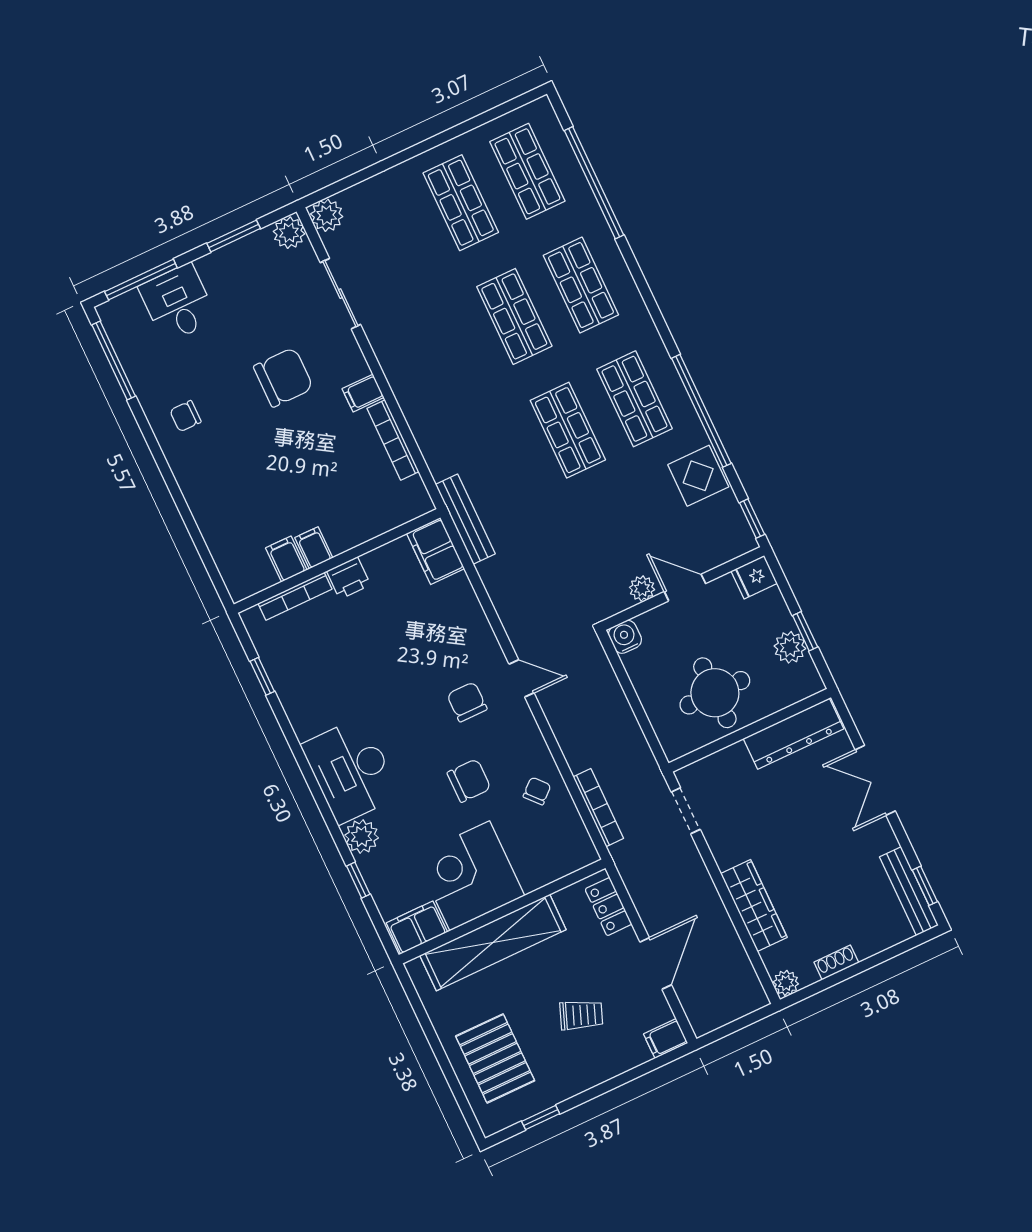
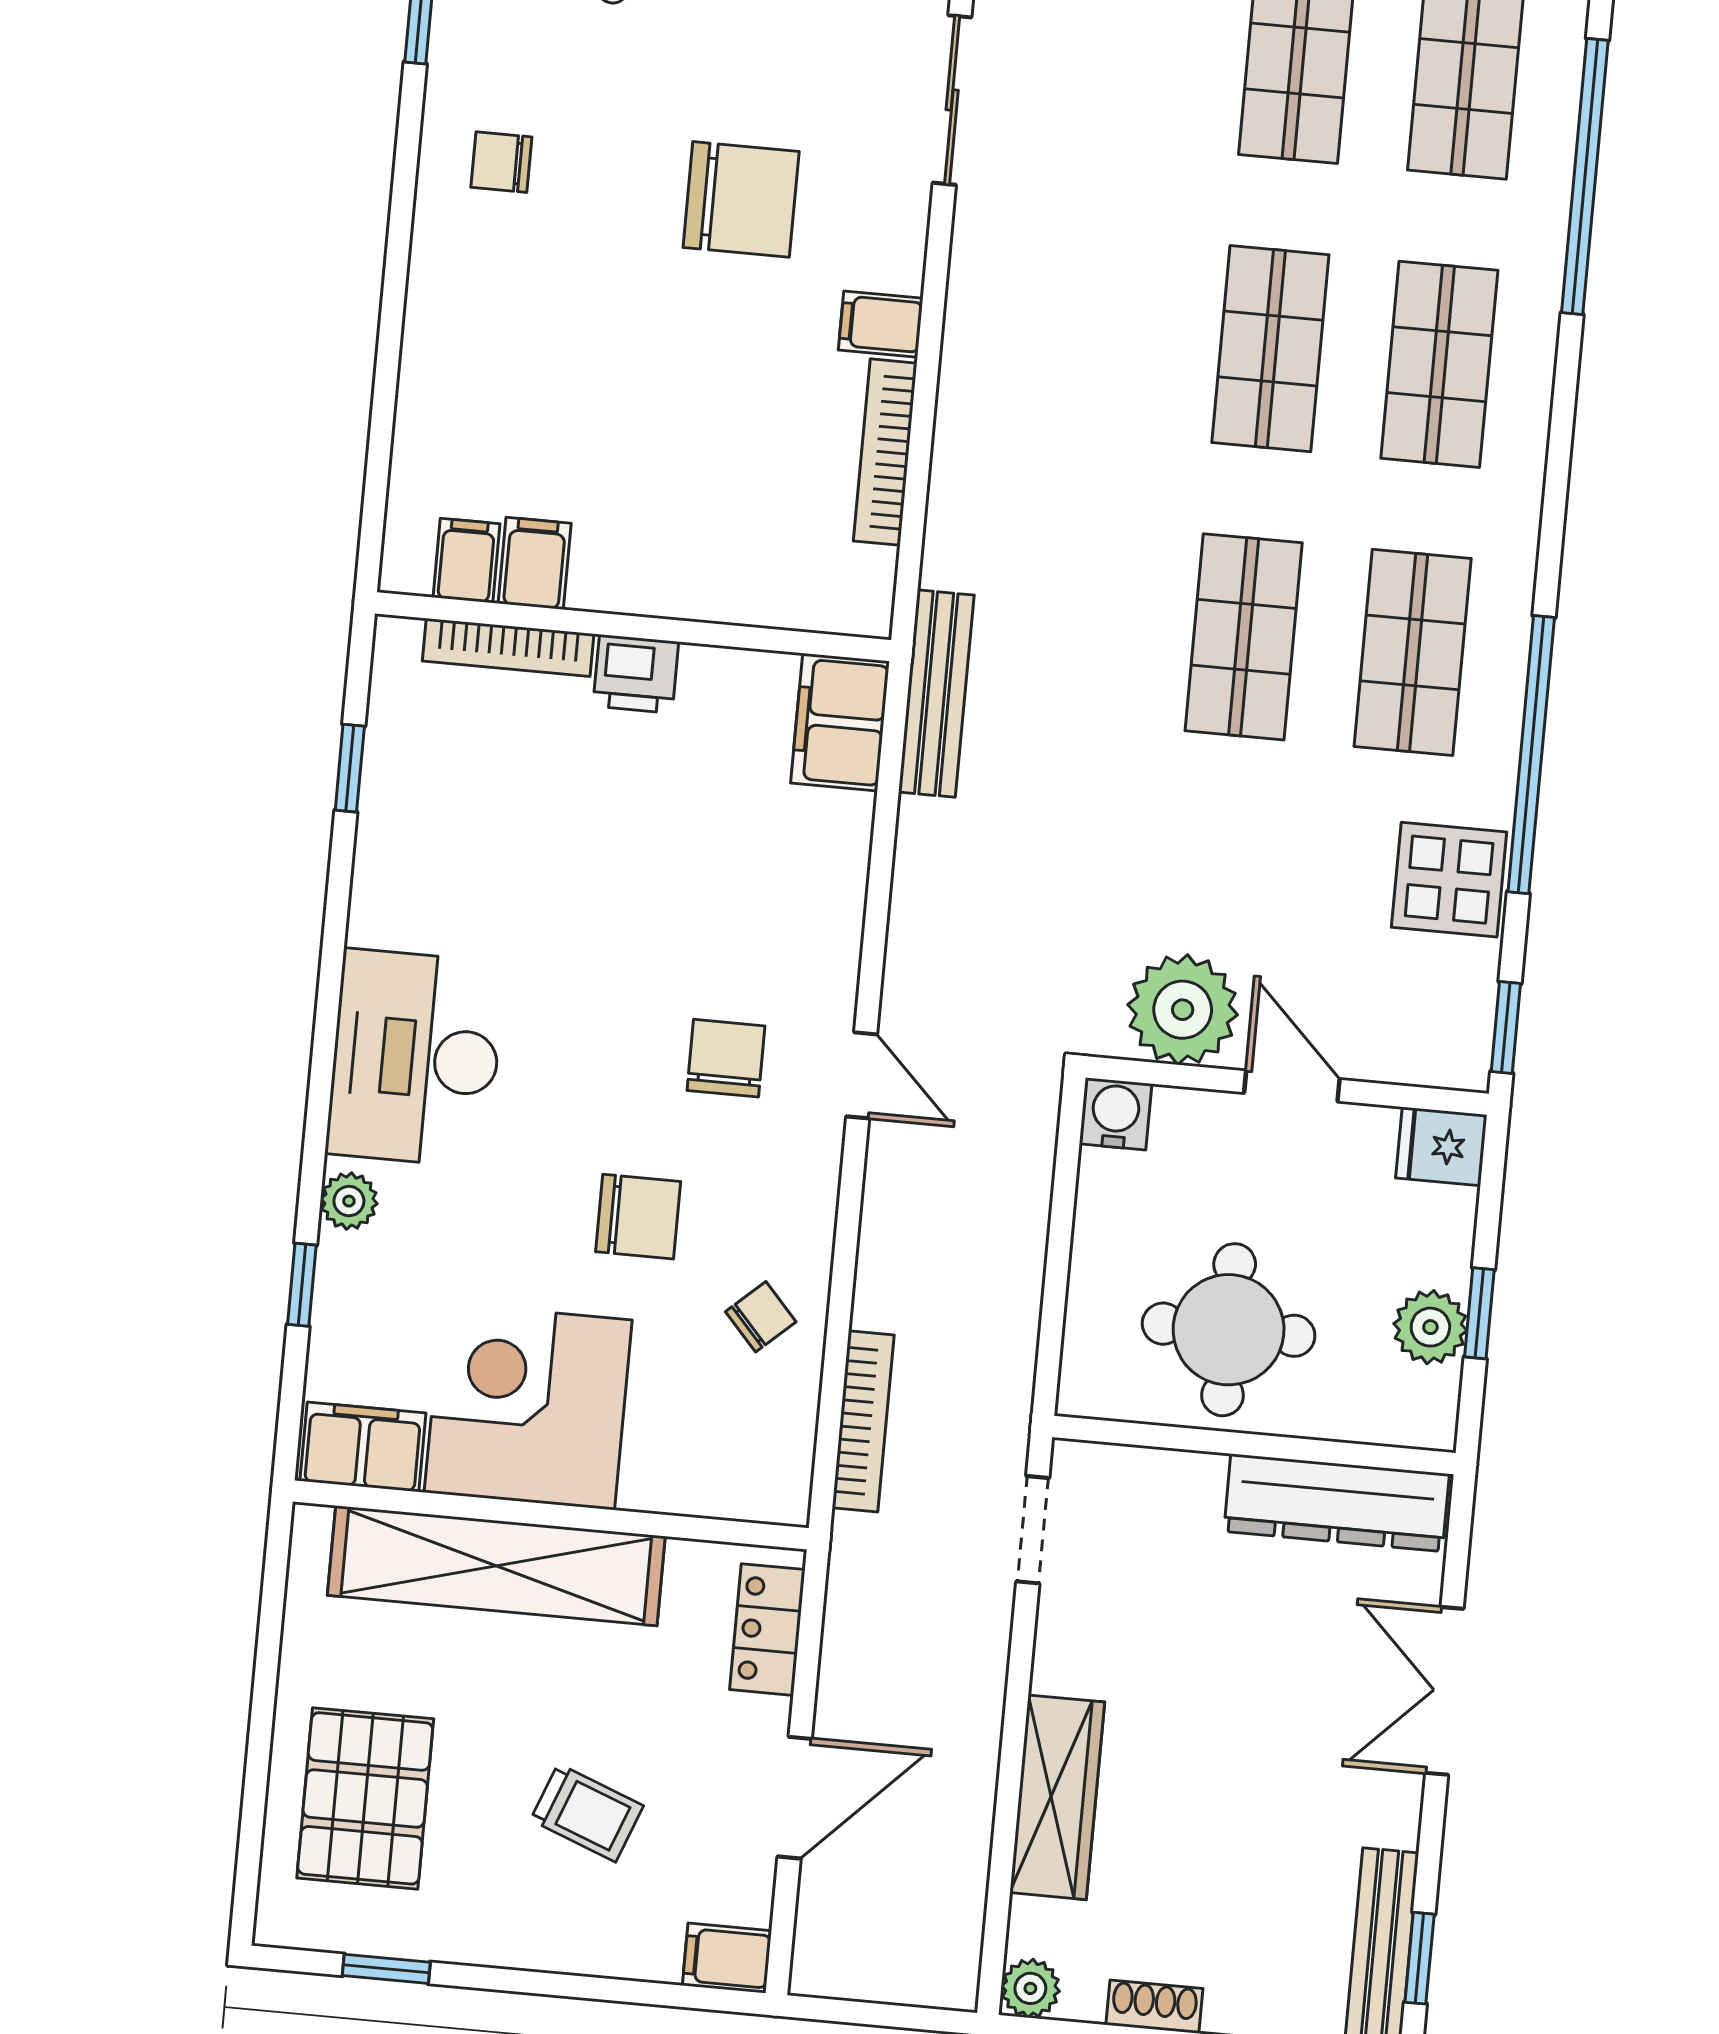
filing cabinet: (314, 548) -> (466, 561), moved
plant: (642, 588) -> (1183, 1010), width x1.87, depth x1.87
plant: (362, 836) -> (349, 1201), width x0.73, depth x0.73

